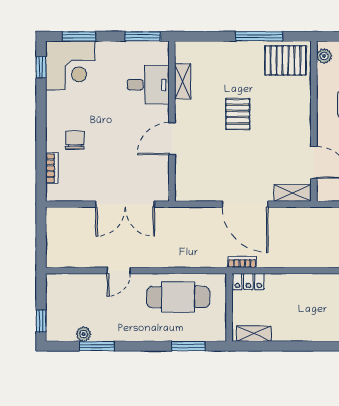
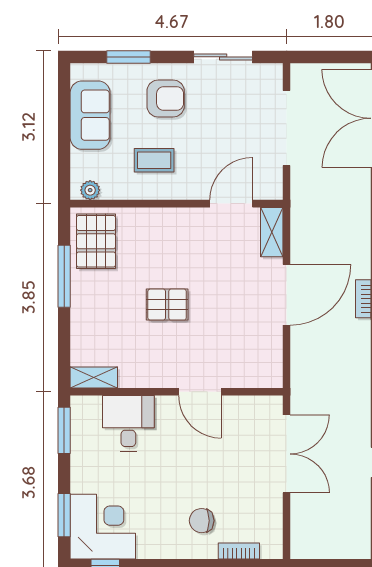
shelving: (183, 81) -> (94, 378), moved

